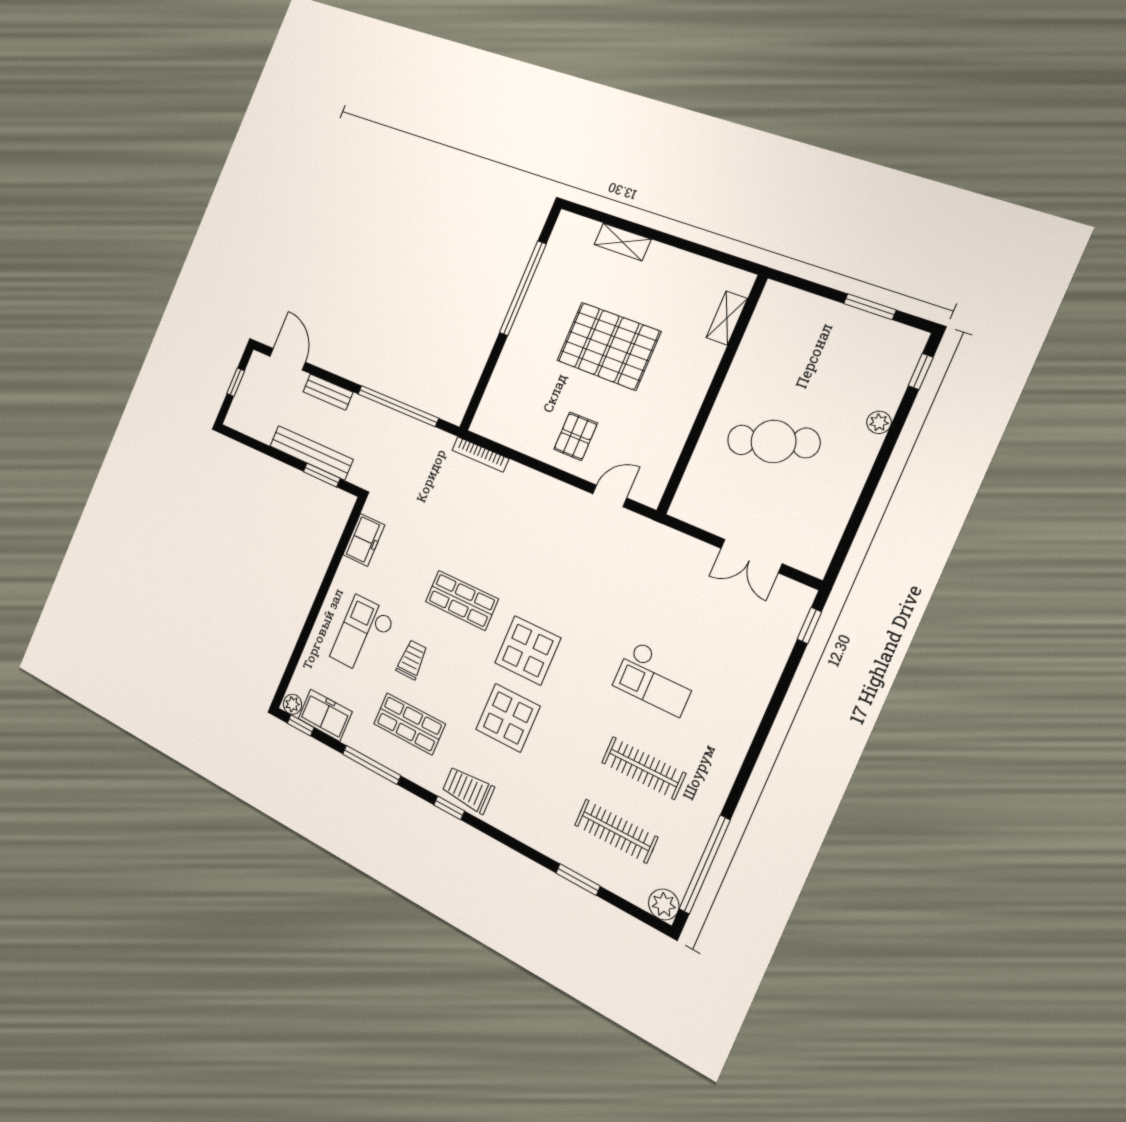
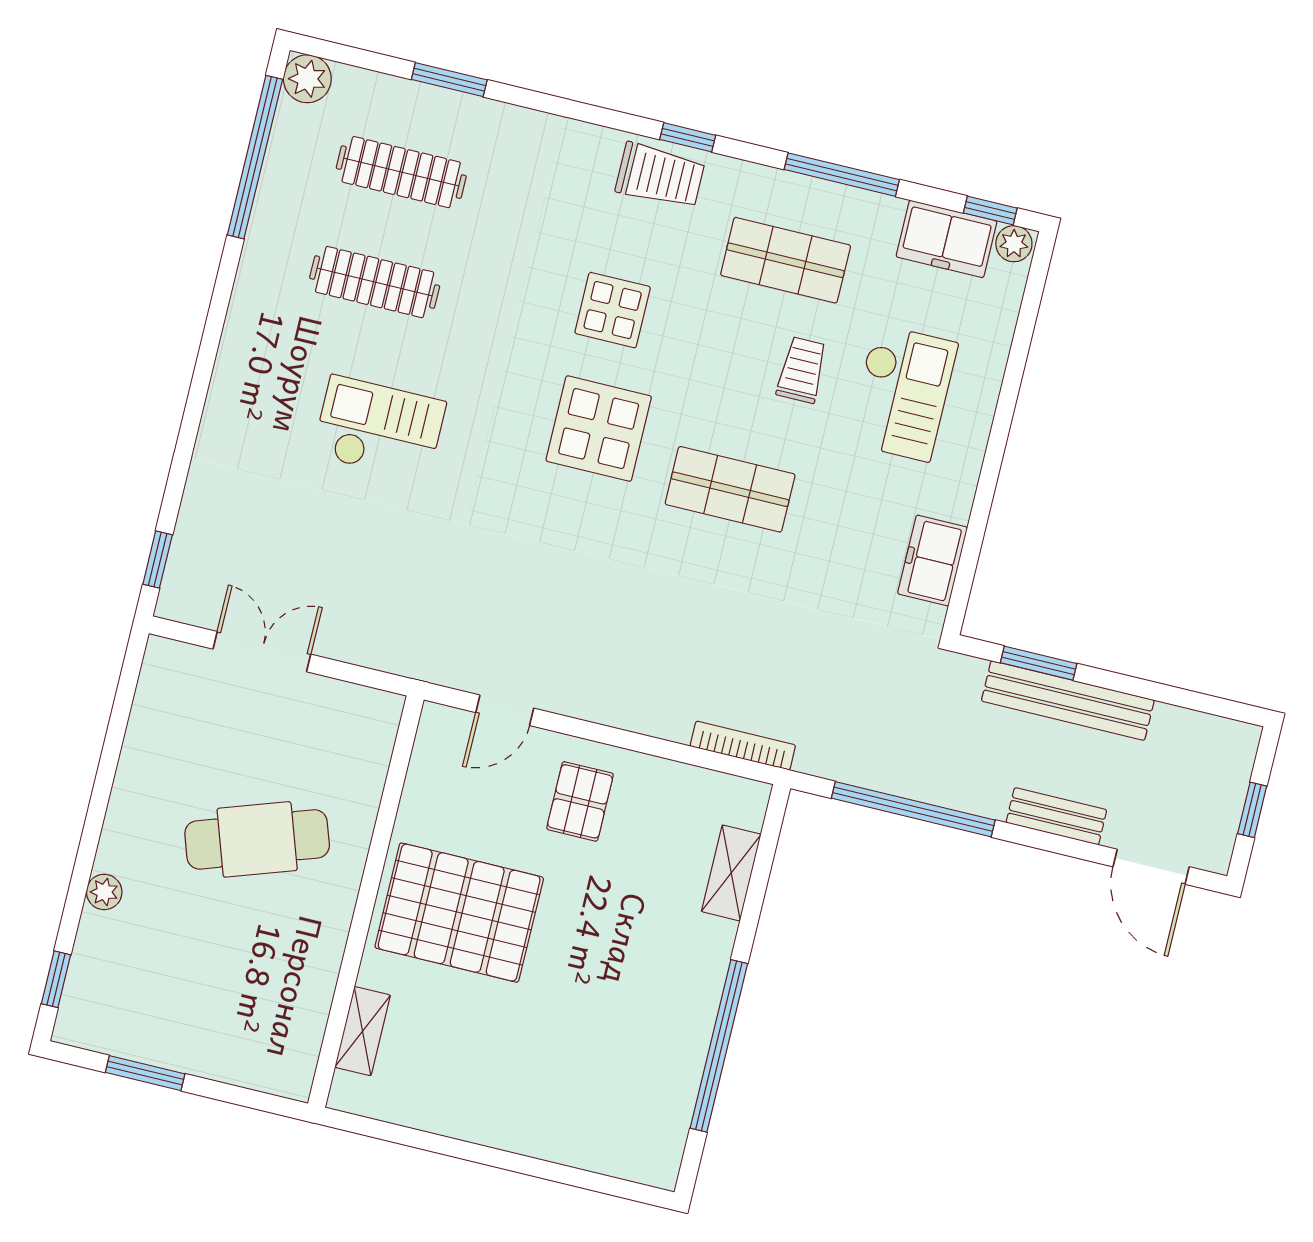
shelving: (623, 242) -> (731, 873), moved, turned 90
pallet: (609, 346) -> (459, 913), moved
trolley: (412, 660) -> (802, 370), turned 180
display table: (508, 718) -> (613, 310), width x0.73, depth x0.73

